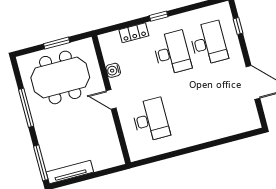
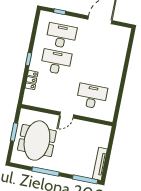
water cooler: (113, 70) -> (49, 105), removed

